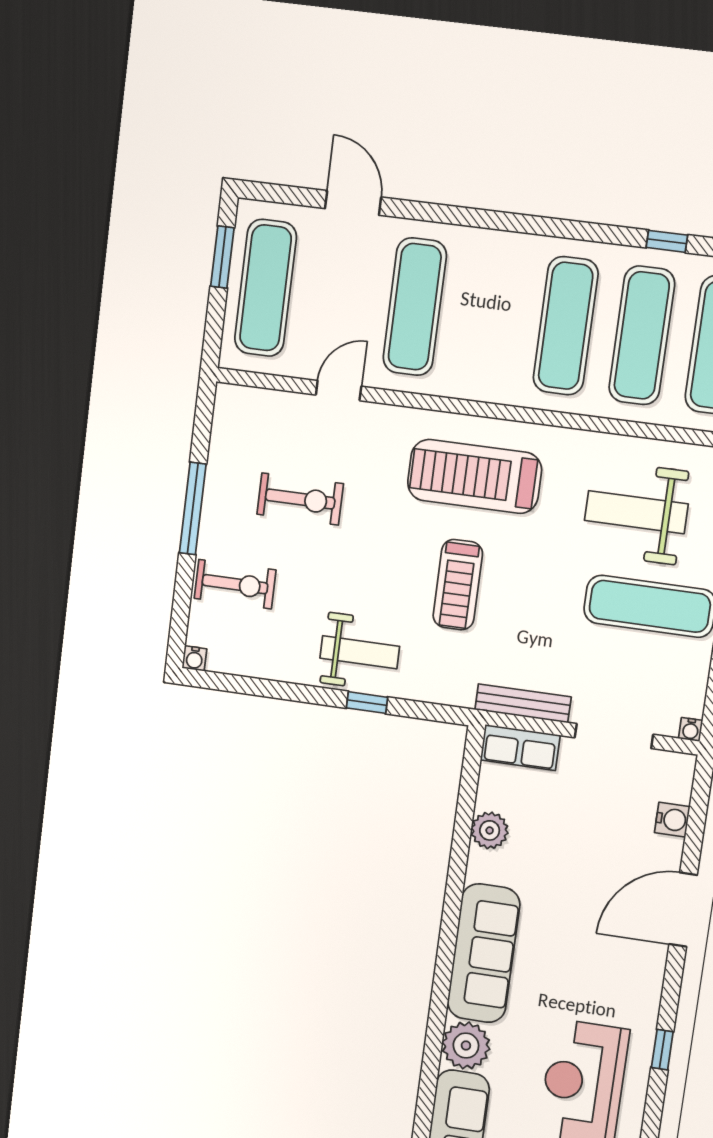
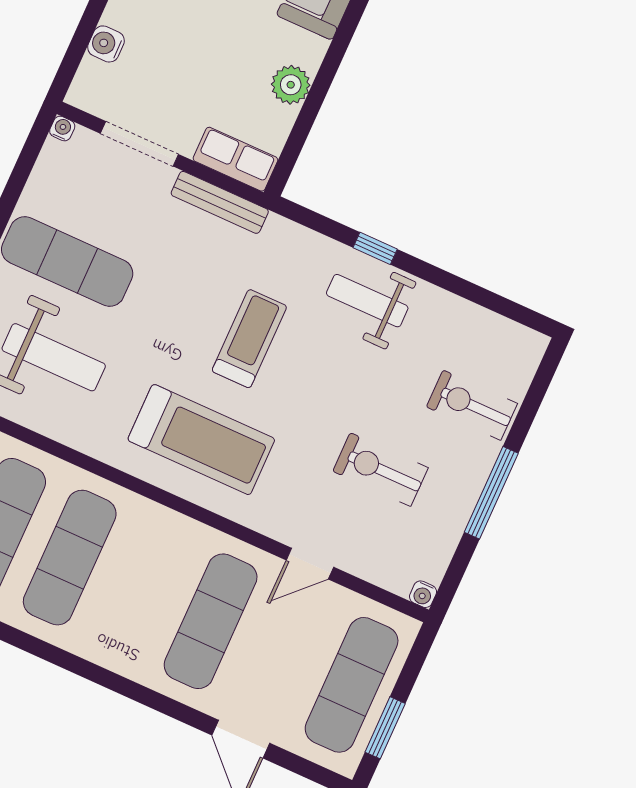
water cooler: (194, 658) -> (423, 594), moved, turned 180

